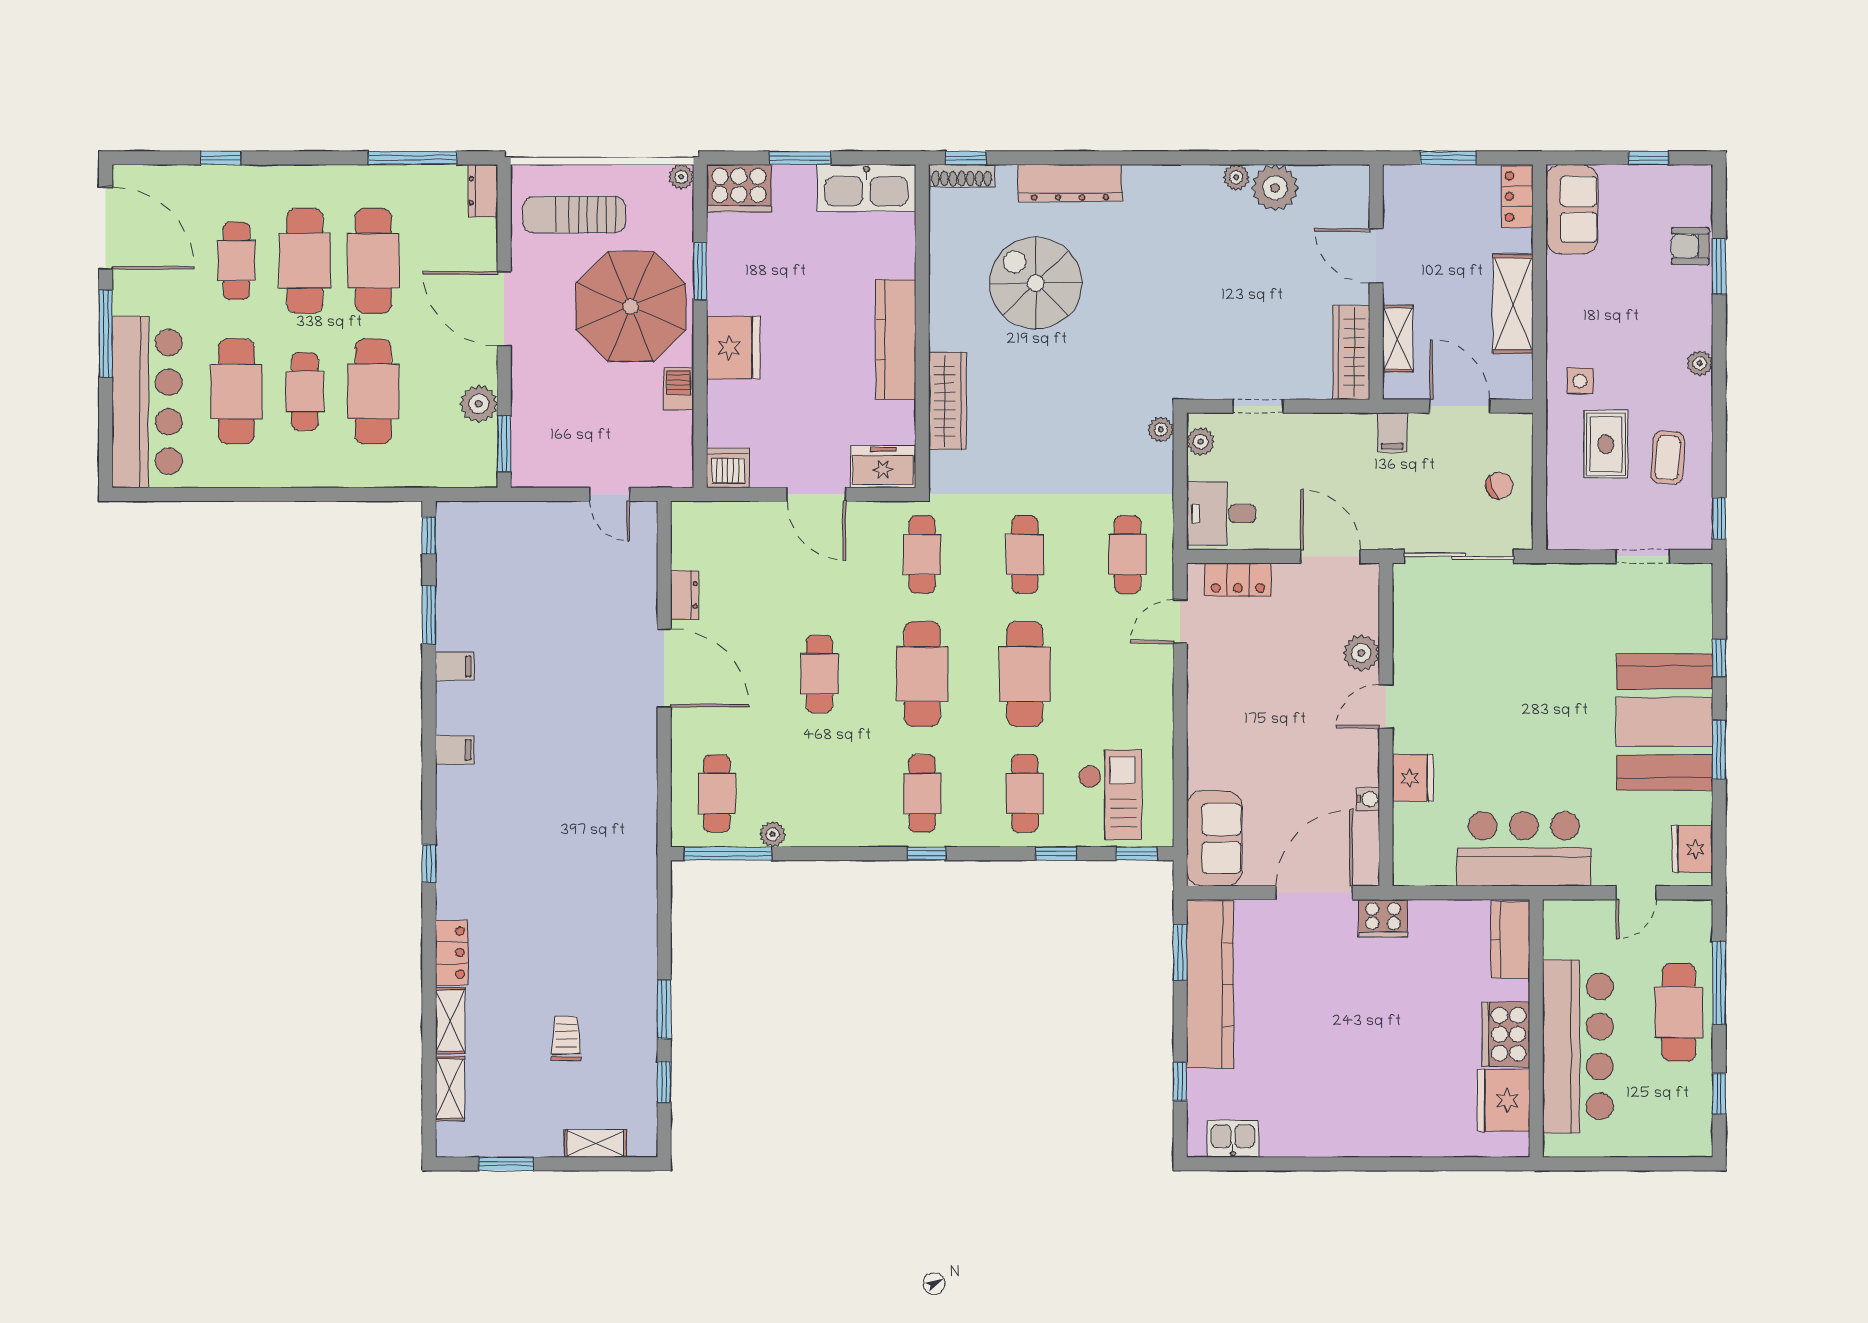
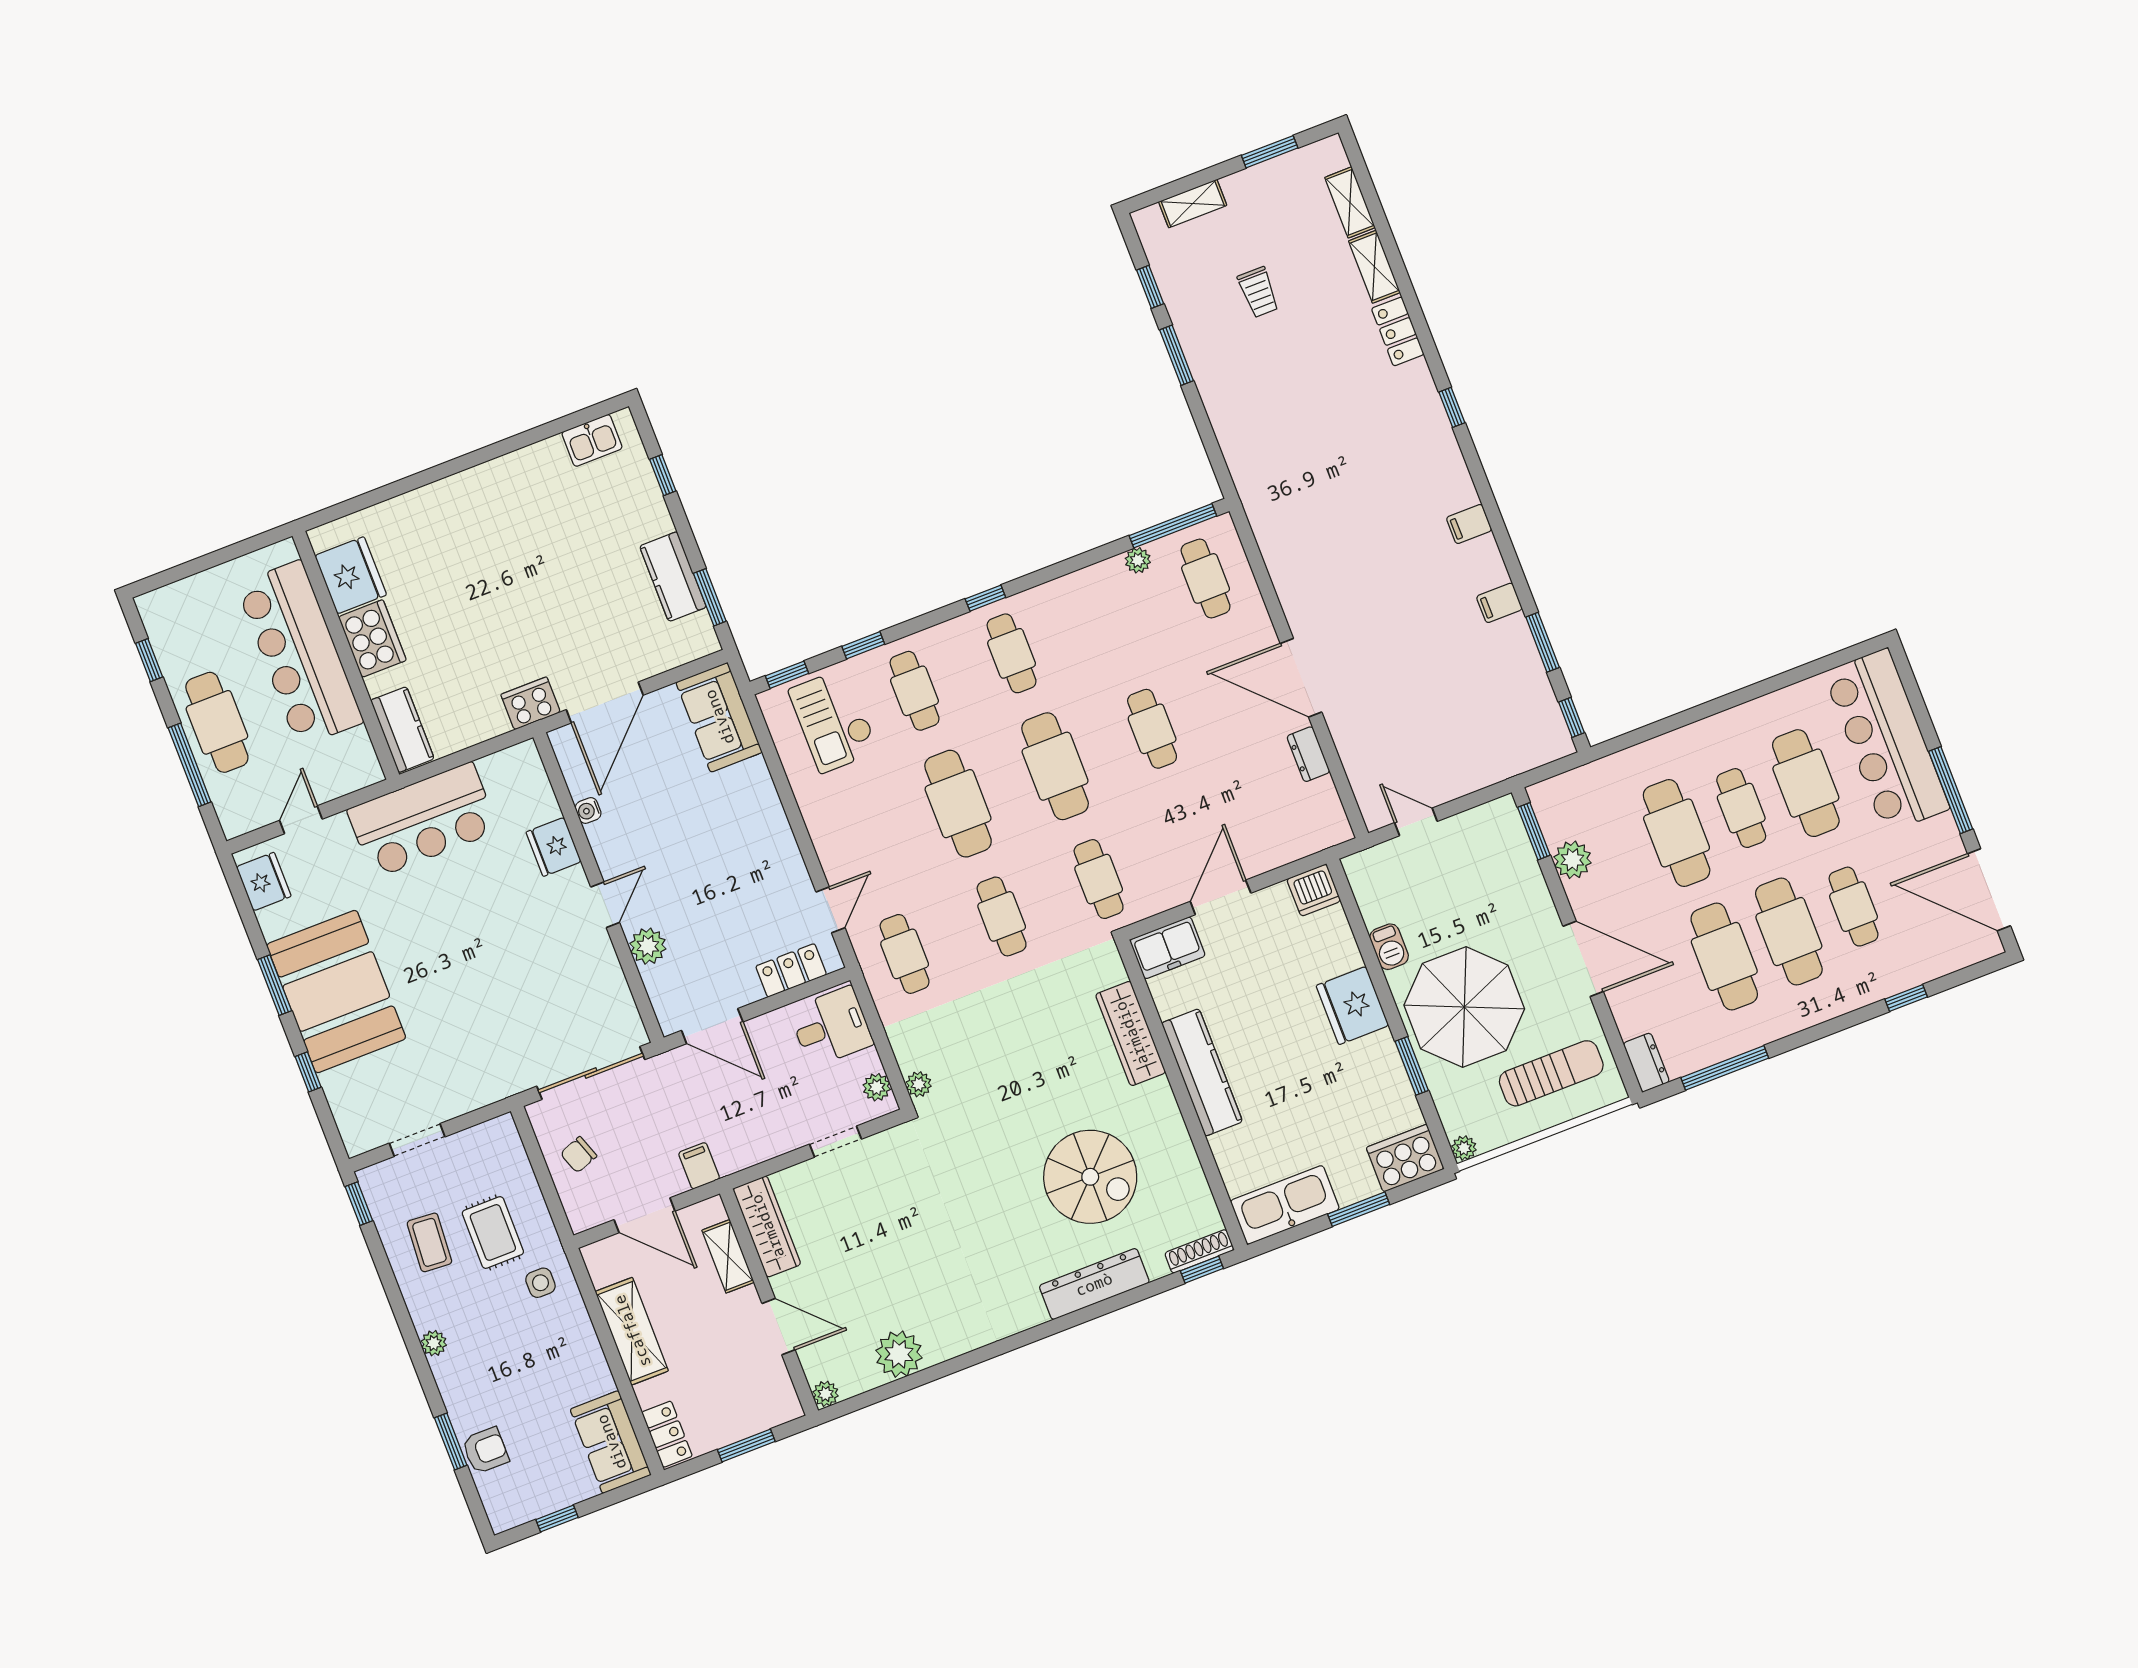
plant: (1236, 177) -> (826, 1394), moved
door: (816, 494) -> (1221, 897), hinge flipped
kitchen counter: (1210, 985) -> (673, 577), width x0.48, depth x0.86

